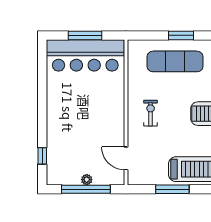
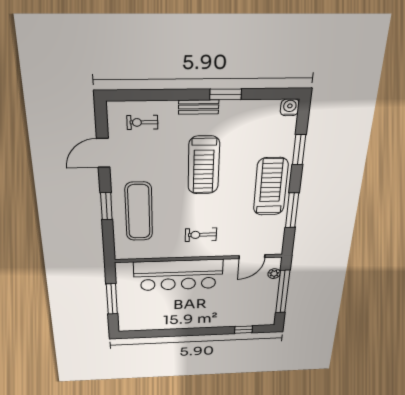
bar counter: (85, 55) -> (178, 275), moved, turned 90
plant: (87, 180) -> (274, 274), moved

